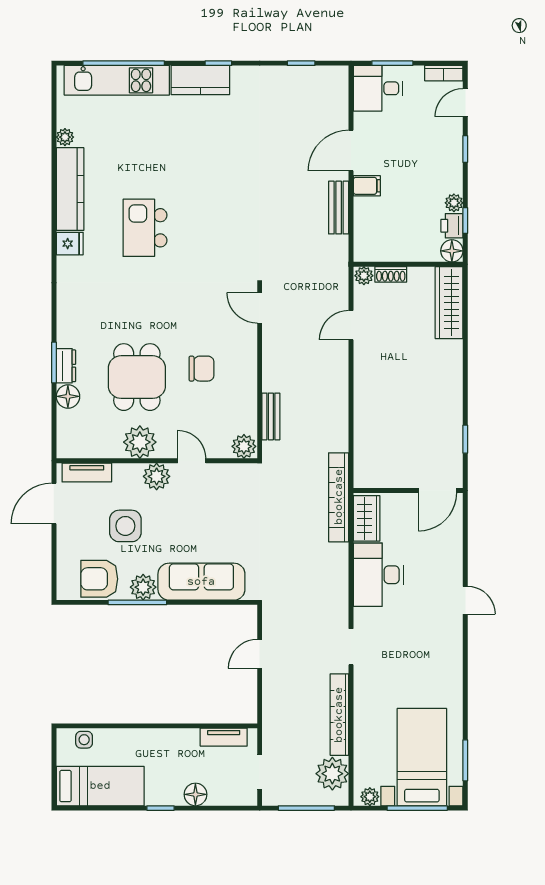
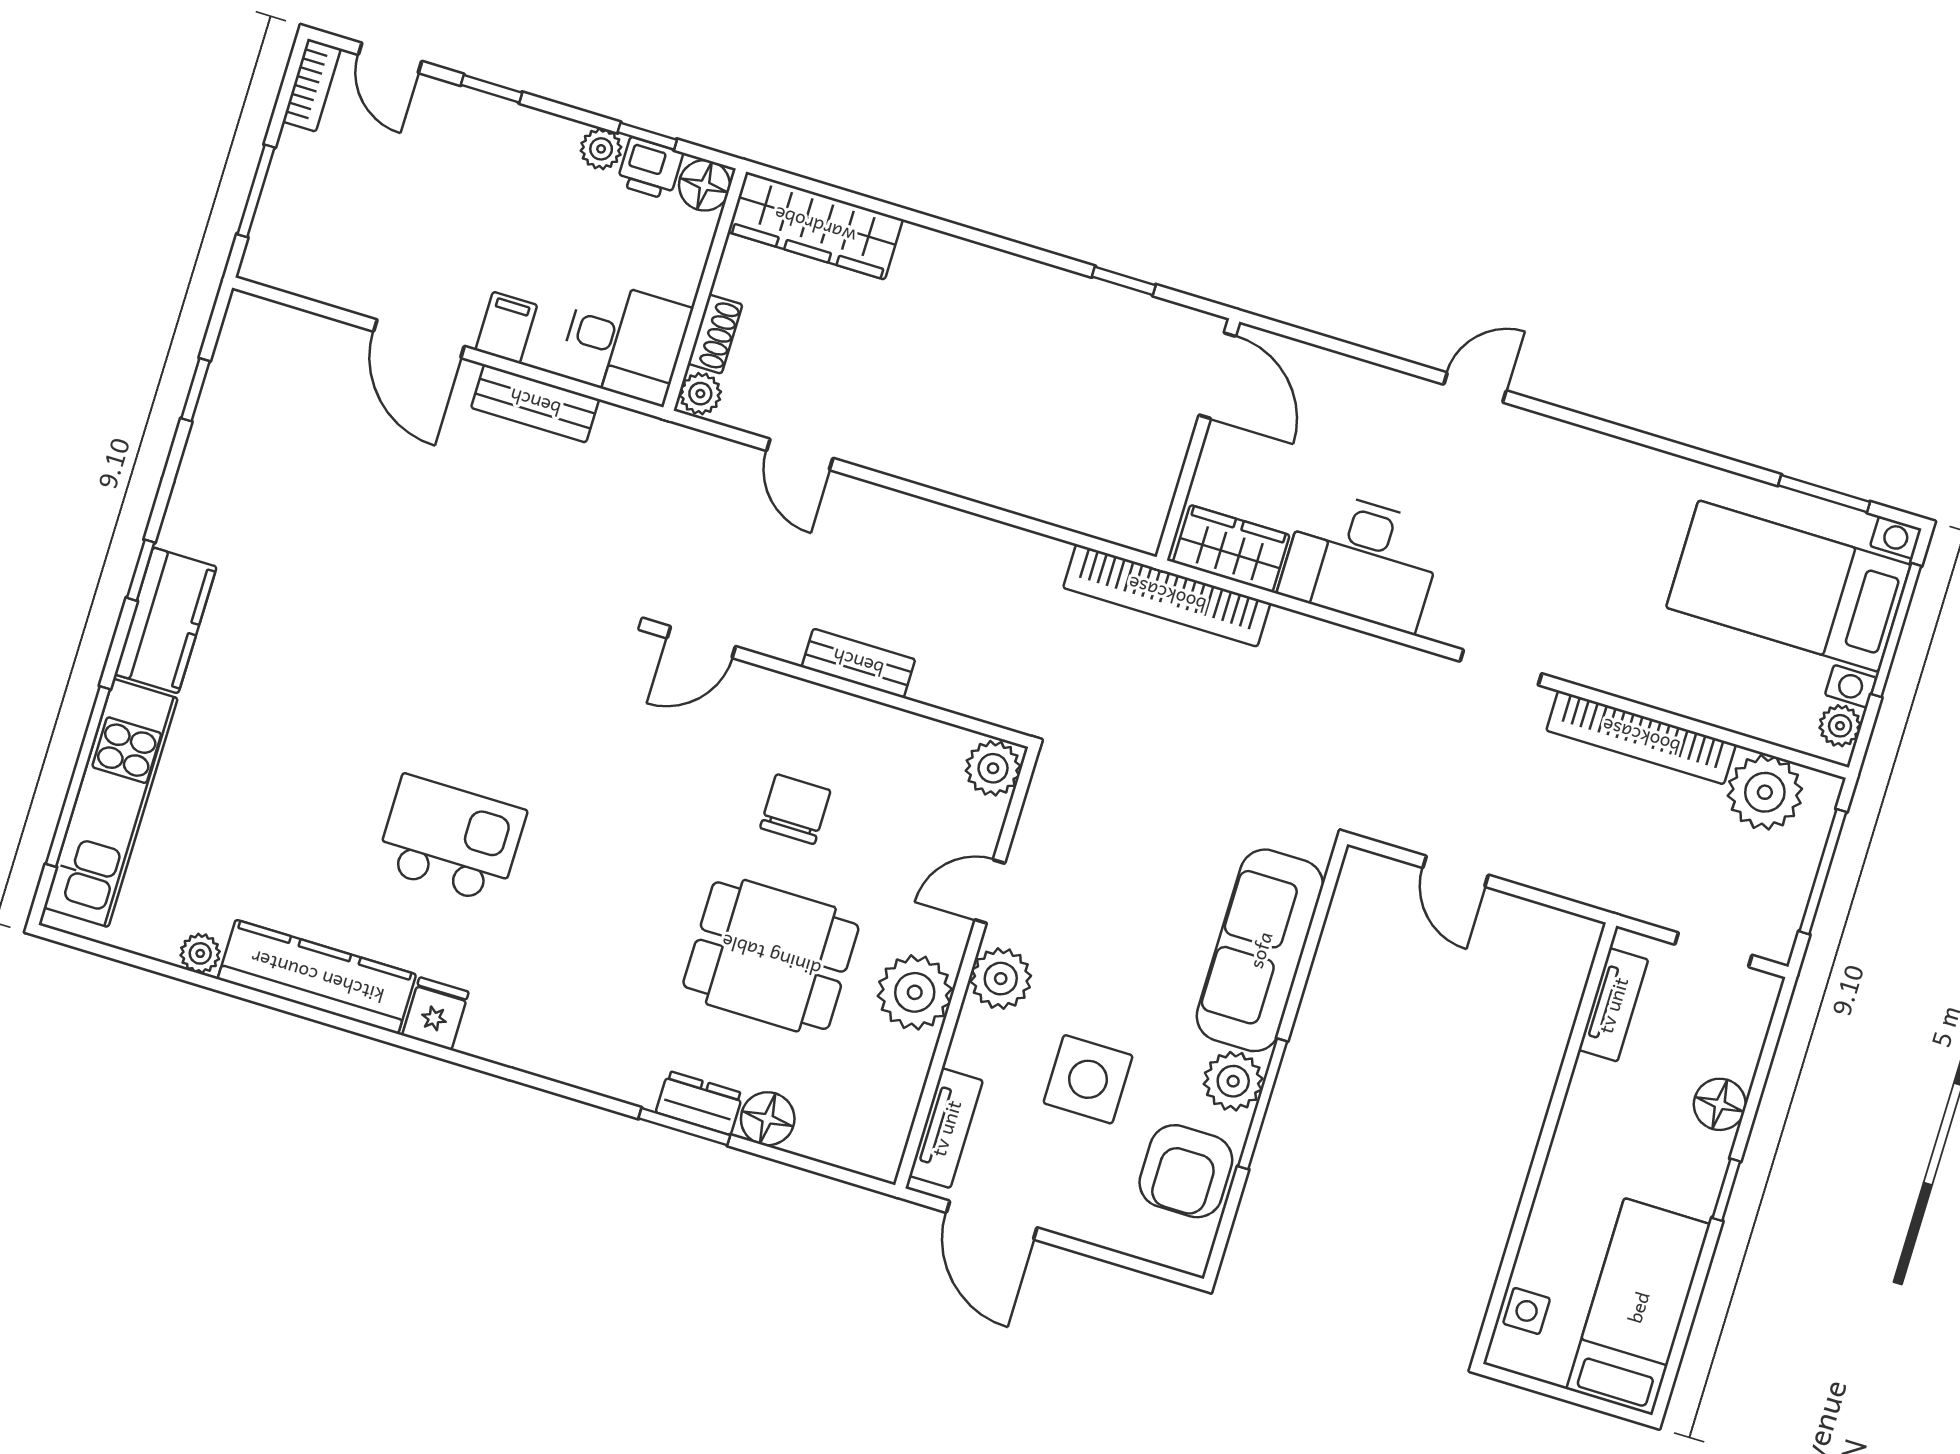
desk: (378, 88) -> (625, 342), moved, turned -90
kitchen island: (145, 228) -> (451, 839), turned 180
bench: (271, 416) -> (858, 663), moved

